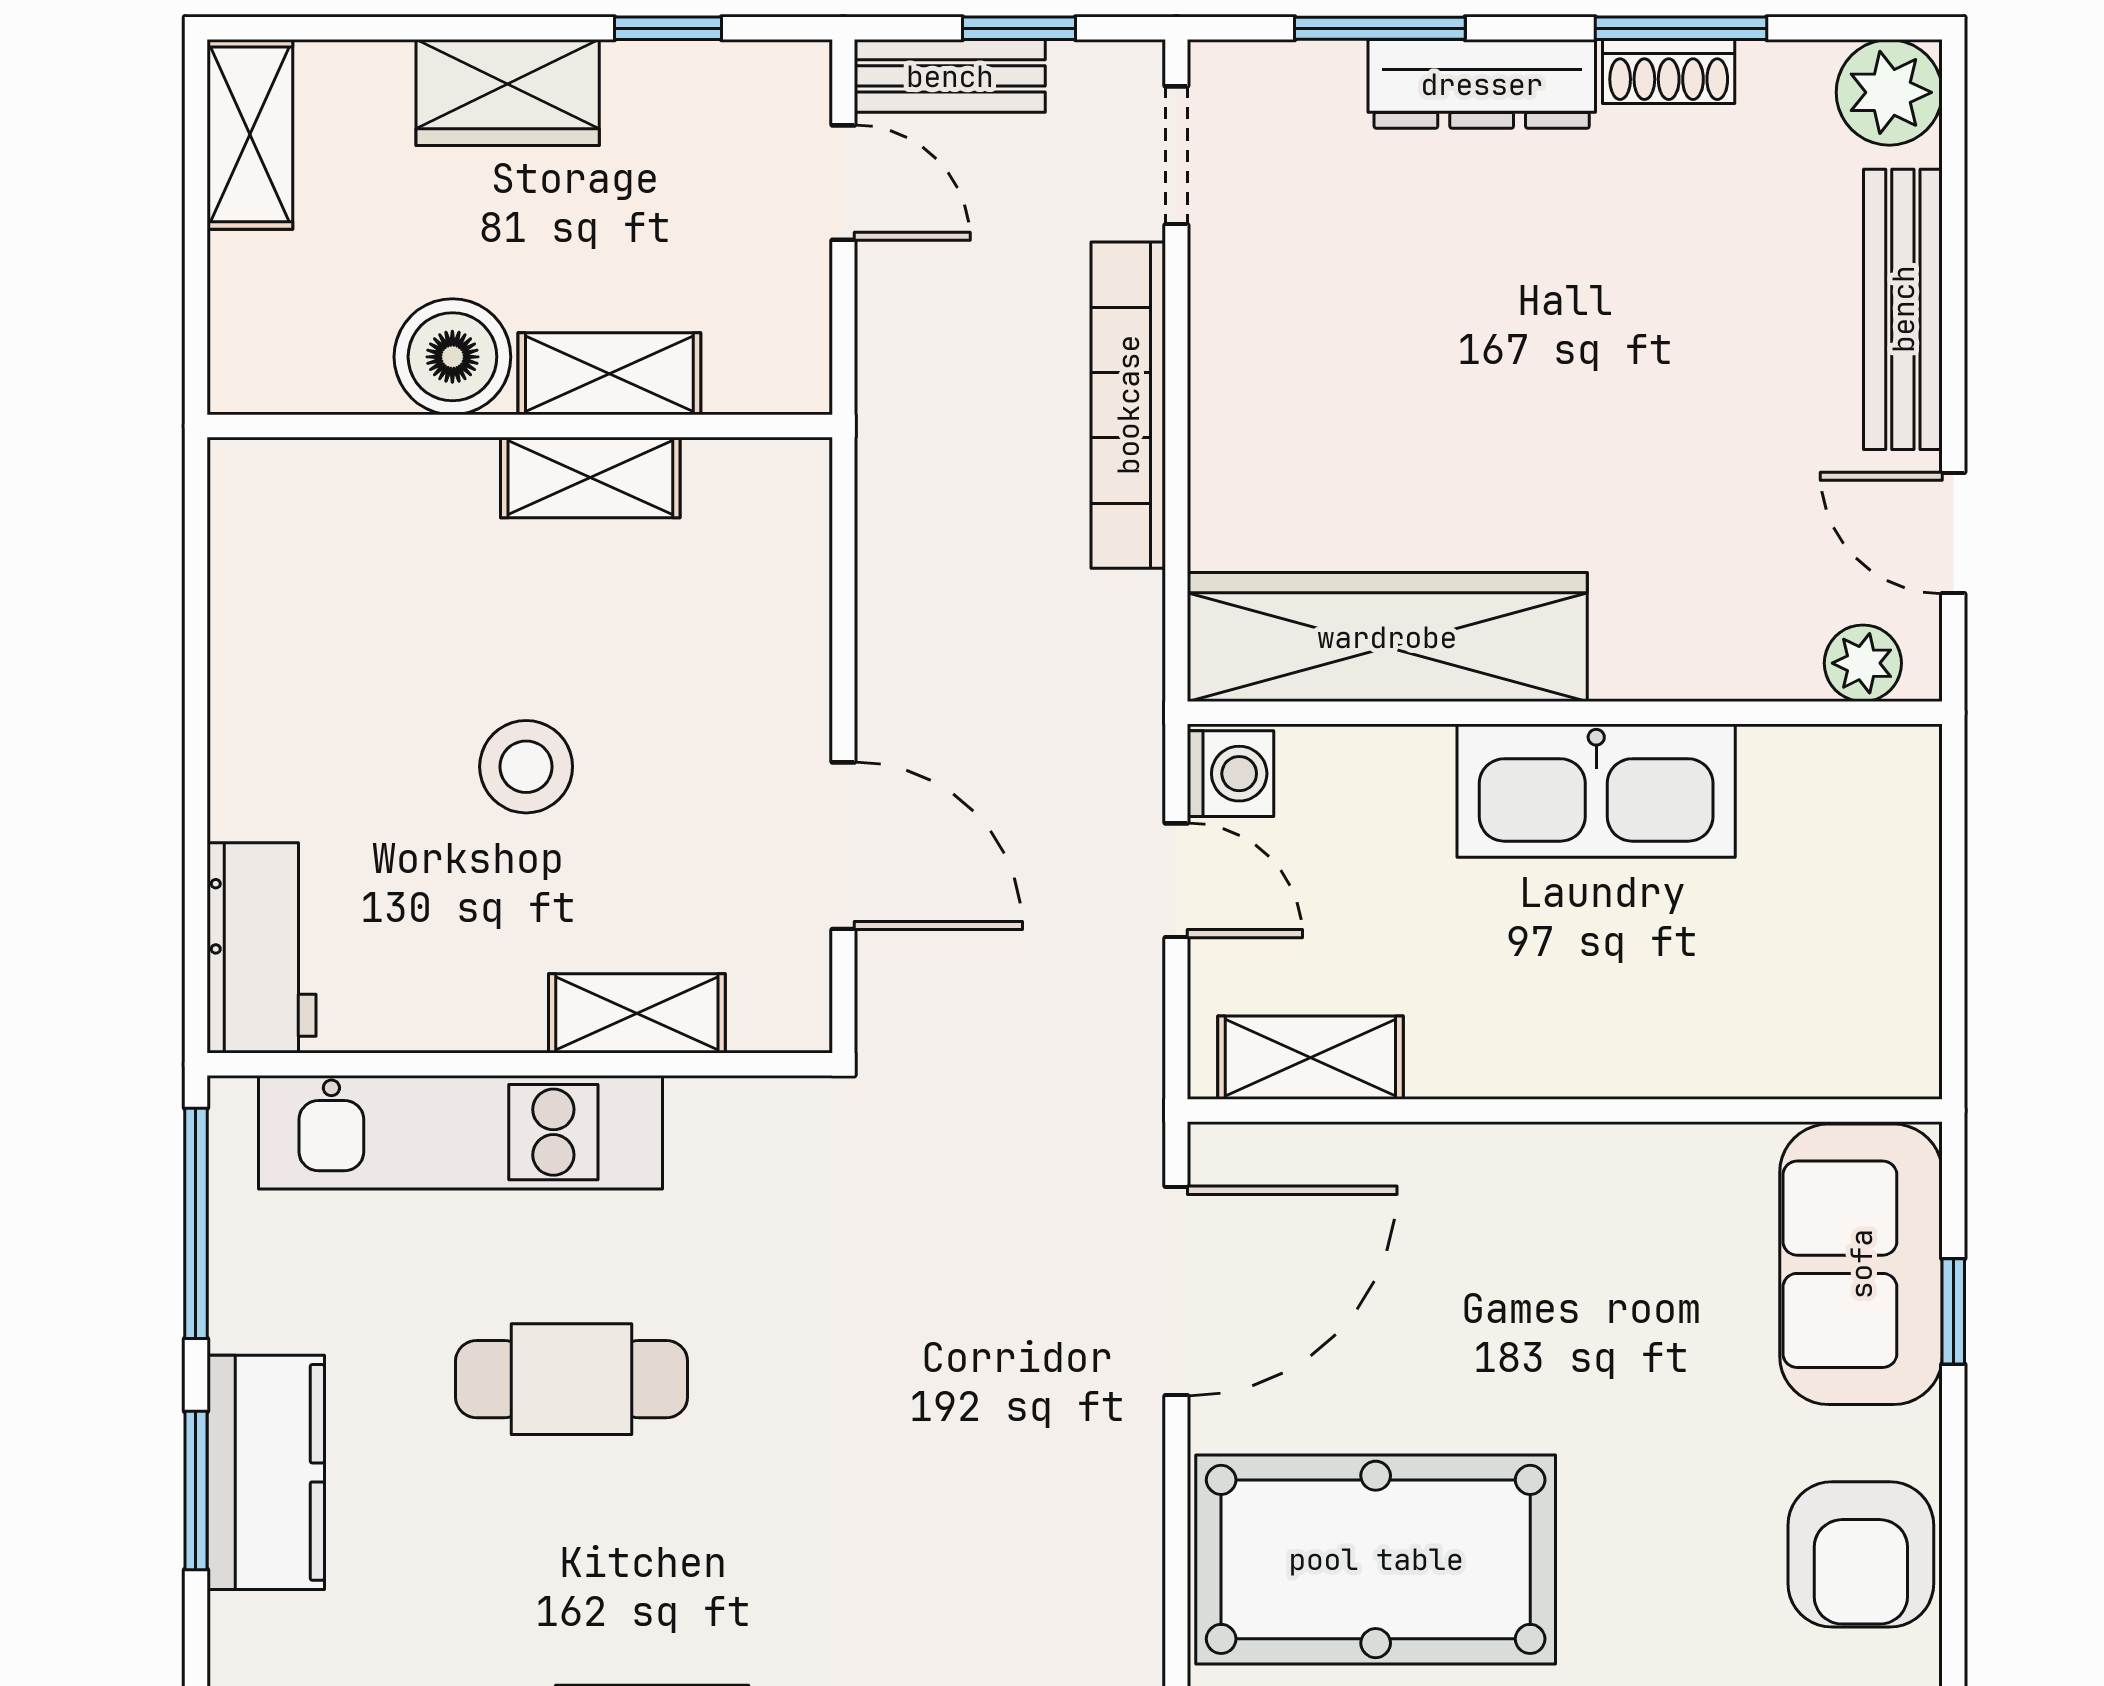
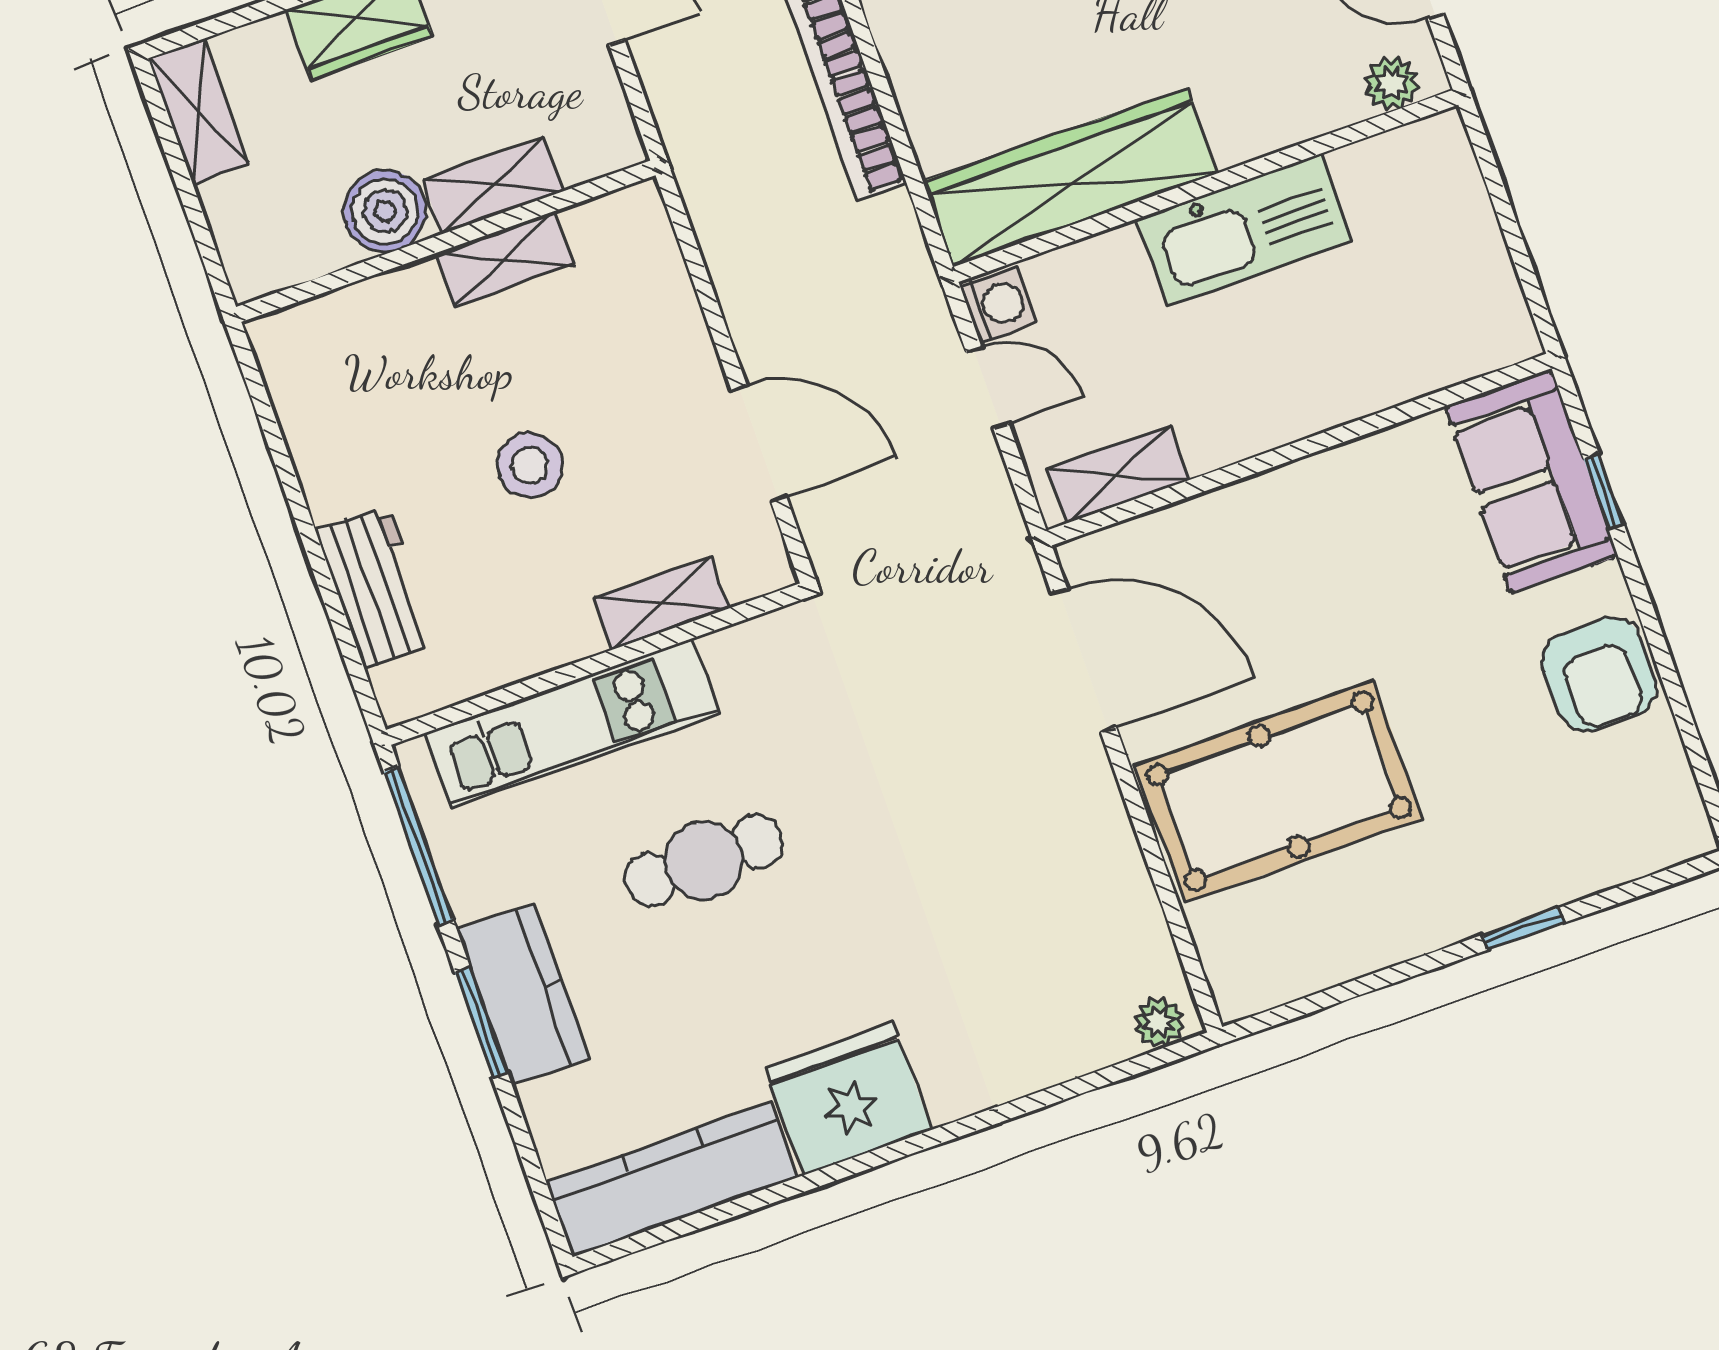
workbench: (261, 948) -> (376, 587), moved
door: (1176, 1291) -> (1084, 660), hinge flipped

